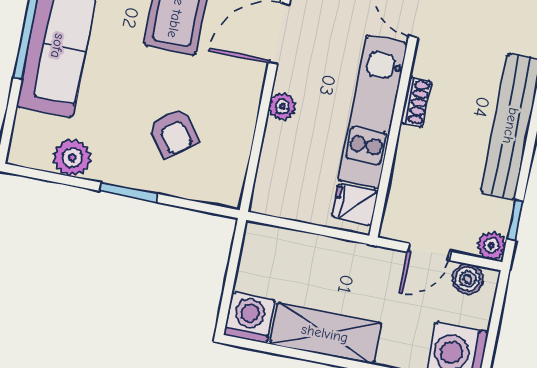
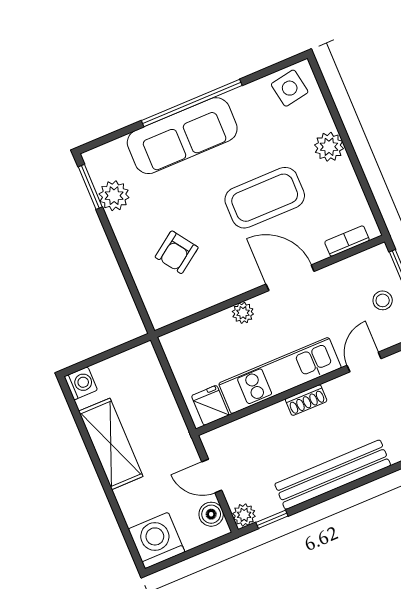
window: (129, 192) -> (90, 187), moved
washing machine: (249, 317) -> (81, 383), width x0.73, depth x0.73

